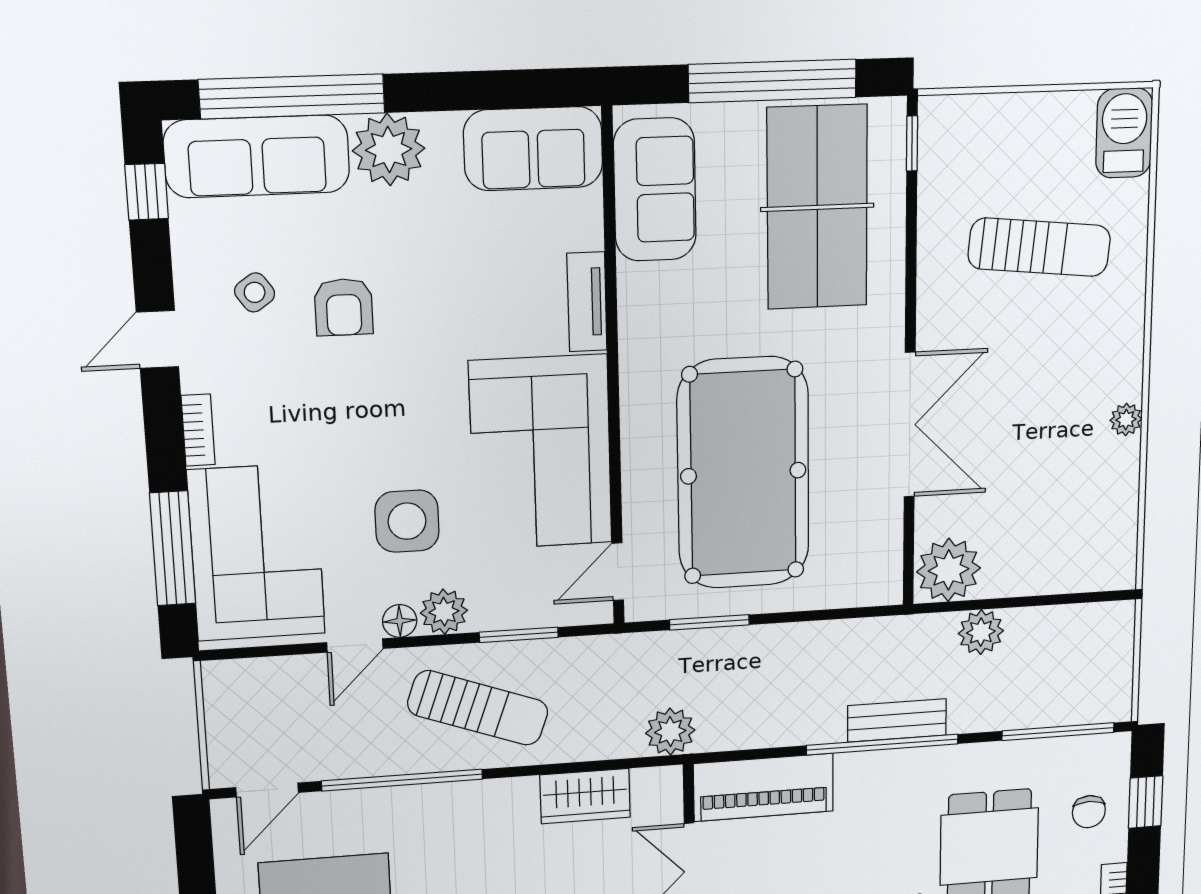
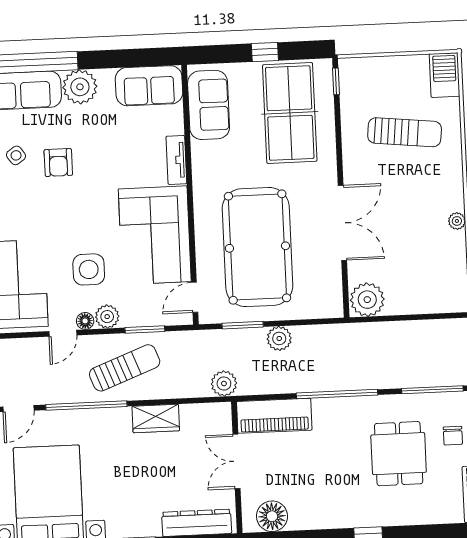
window: (773, 81) -> (265, 52), width x0.32
plant: (981, 632) -> (279, 338), moved
sun lounger: (478, 708) -> (125, 368), turned -41
bench: (897, 720) -> (344, 381), removed
wardrobe: (585, 796) -> (156, 419), moved

